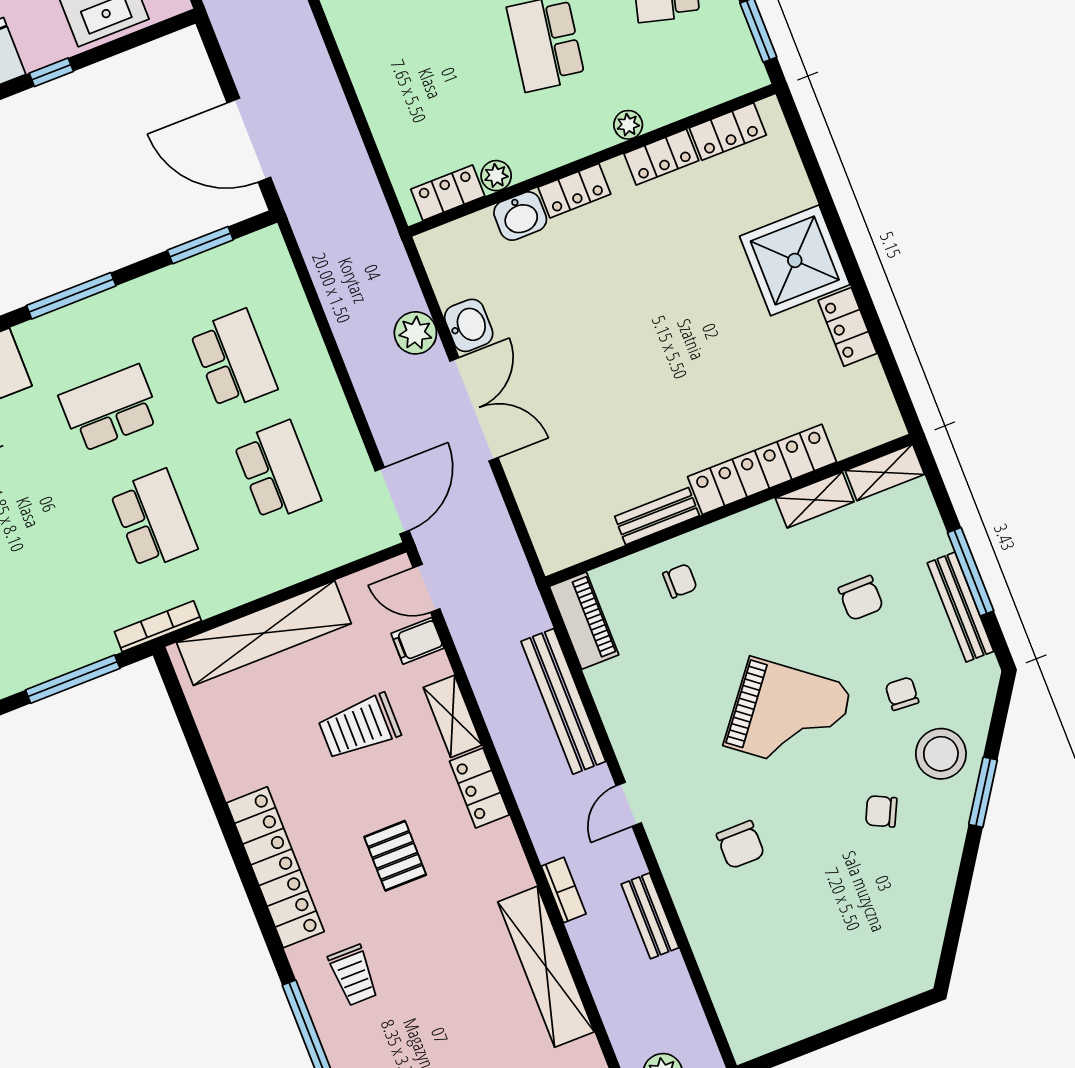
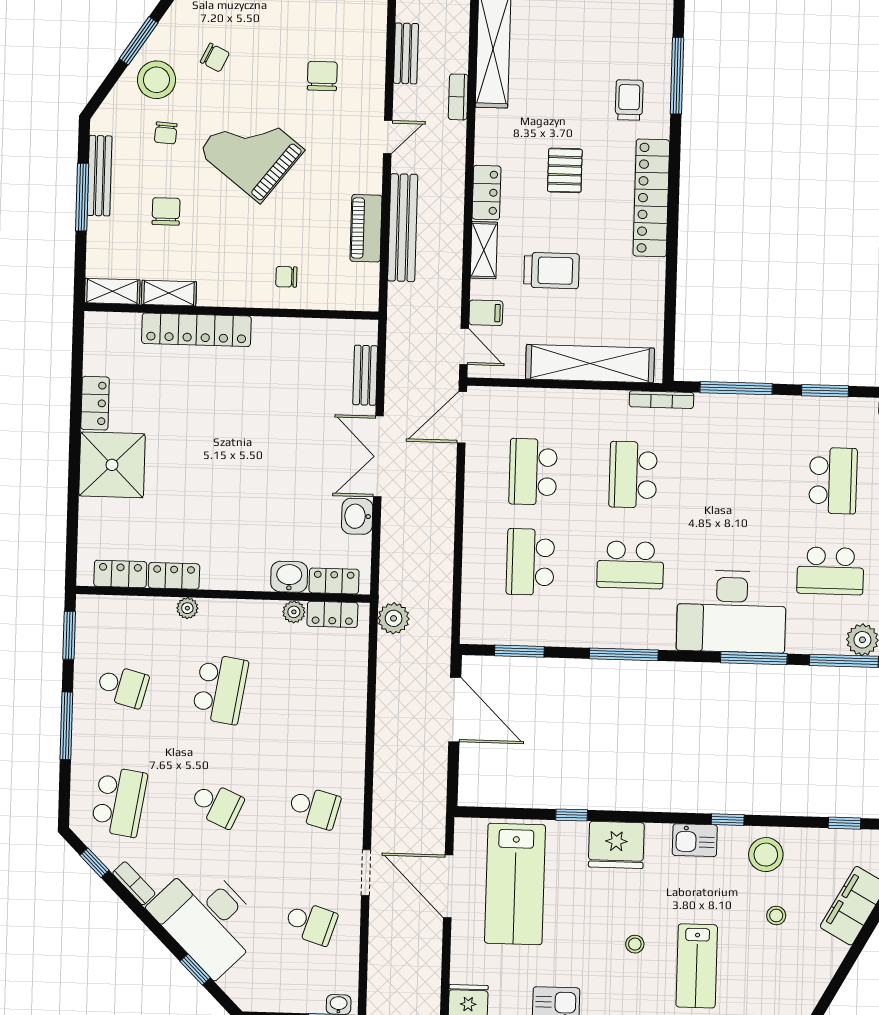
locker: (574, 191) -> (334, 581), moved
plant: (415, 333) -> (394, 618), moved
bench: (657, 516) -> (365, 375), moved, turned 90
piano: (584, 621) -> (366, 228), moved

